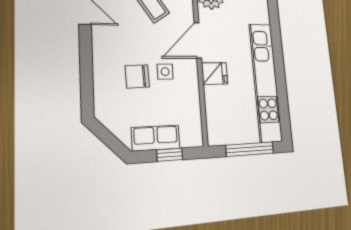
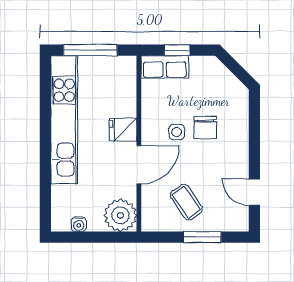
chair: (137, 76) -> (205, 128), turned 92
row of seats: (156, 138) -> (165, 67), moved

